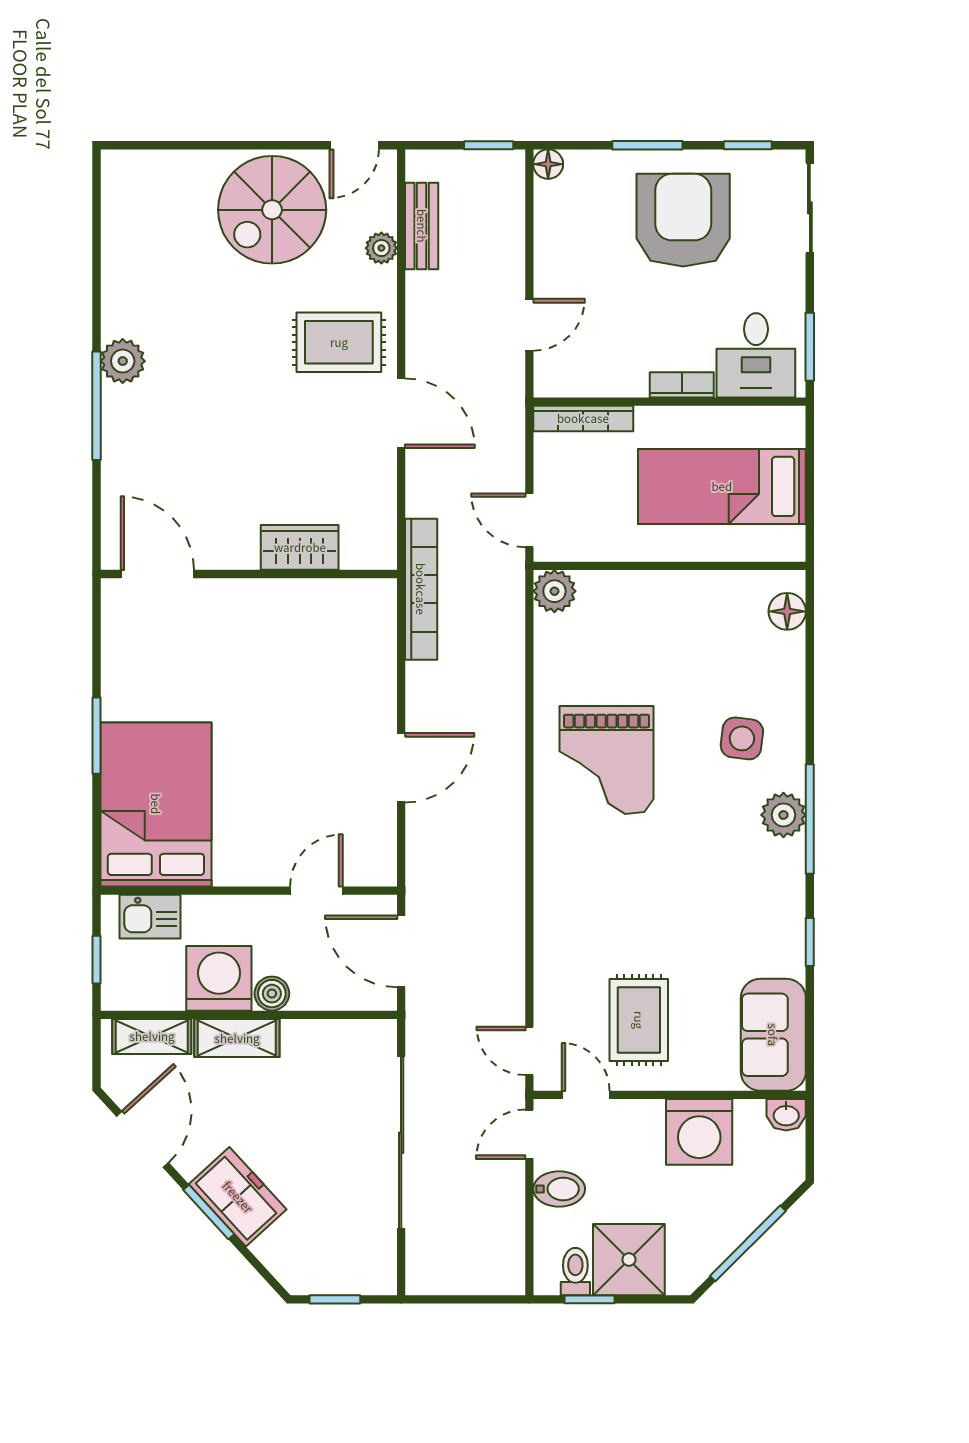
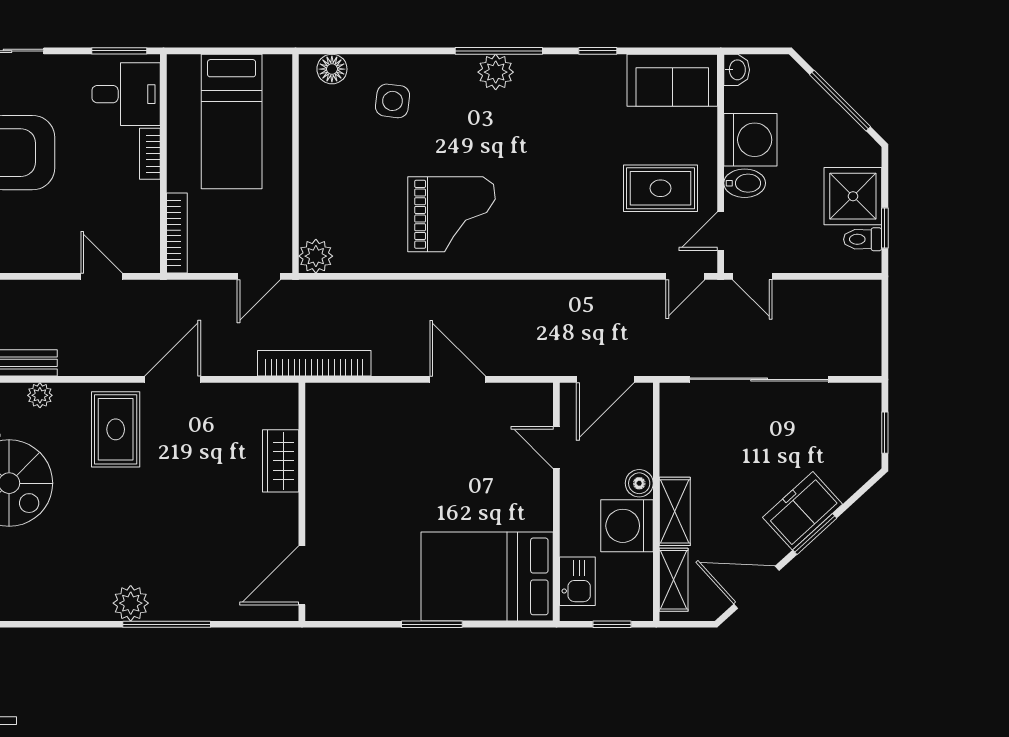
side table: (742, 738) -> (393, 101), moved
bidet: (559, 1189) -> (745, 183), moved, turned 90

